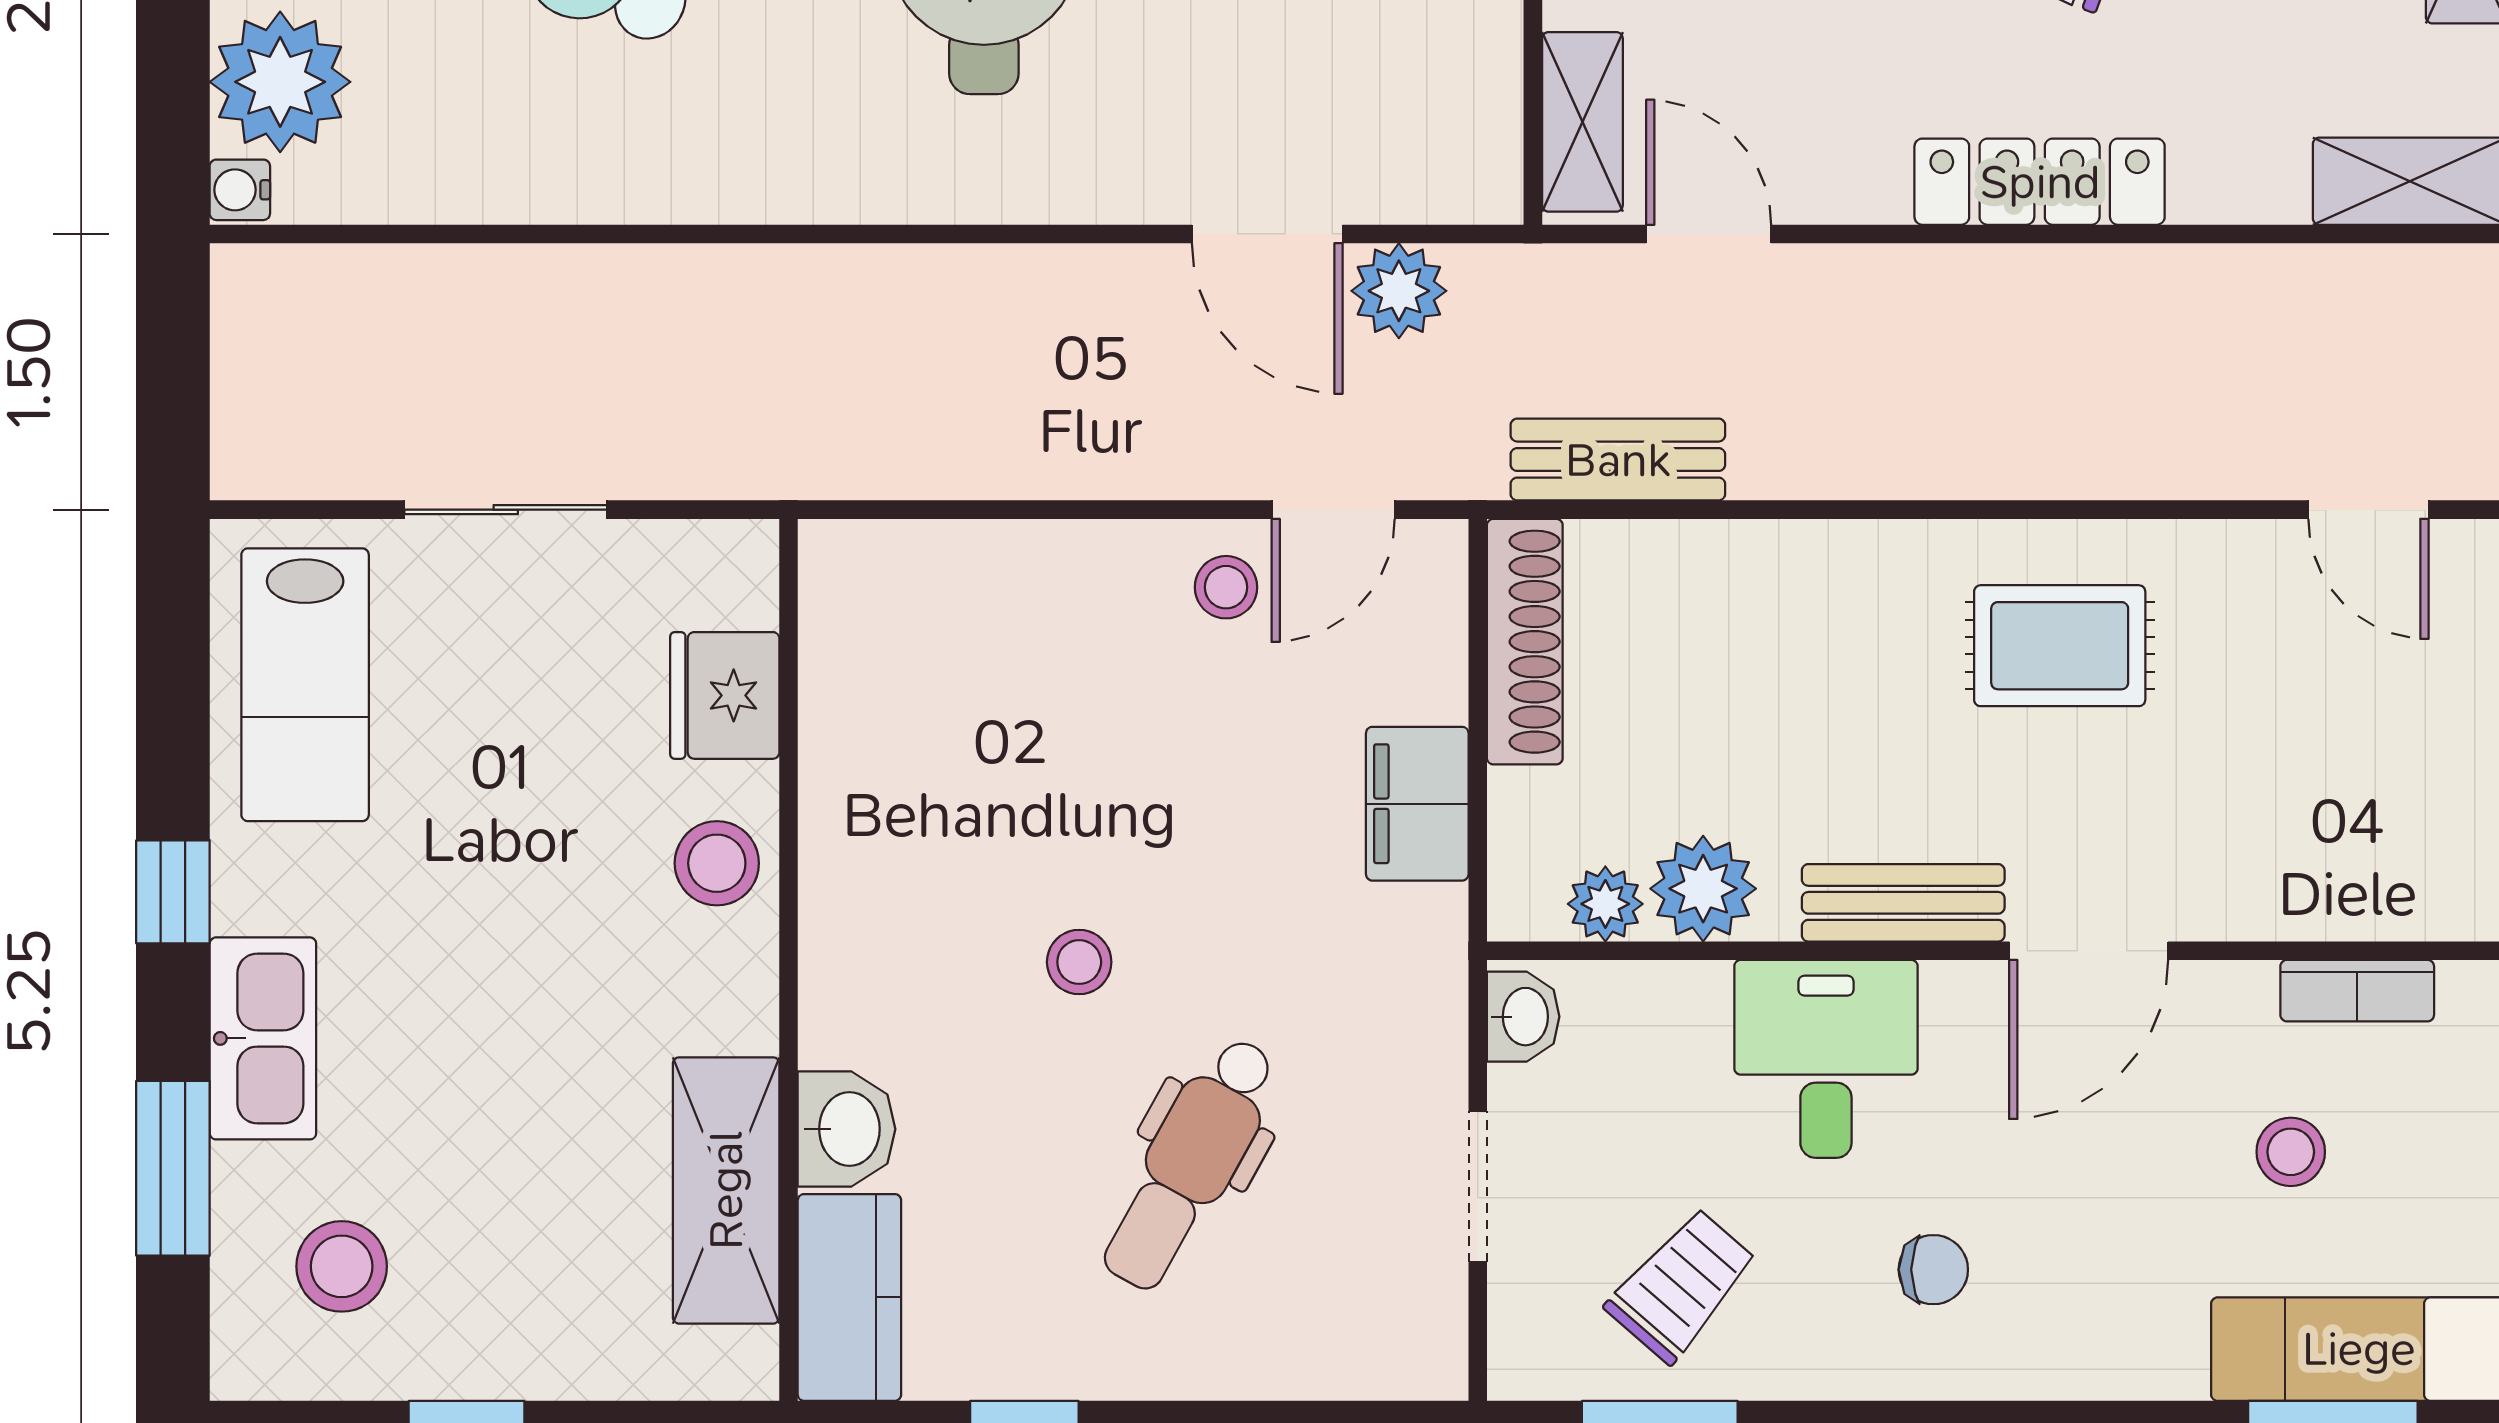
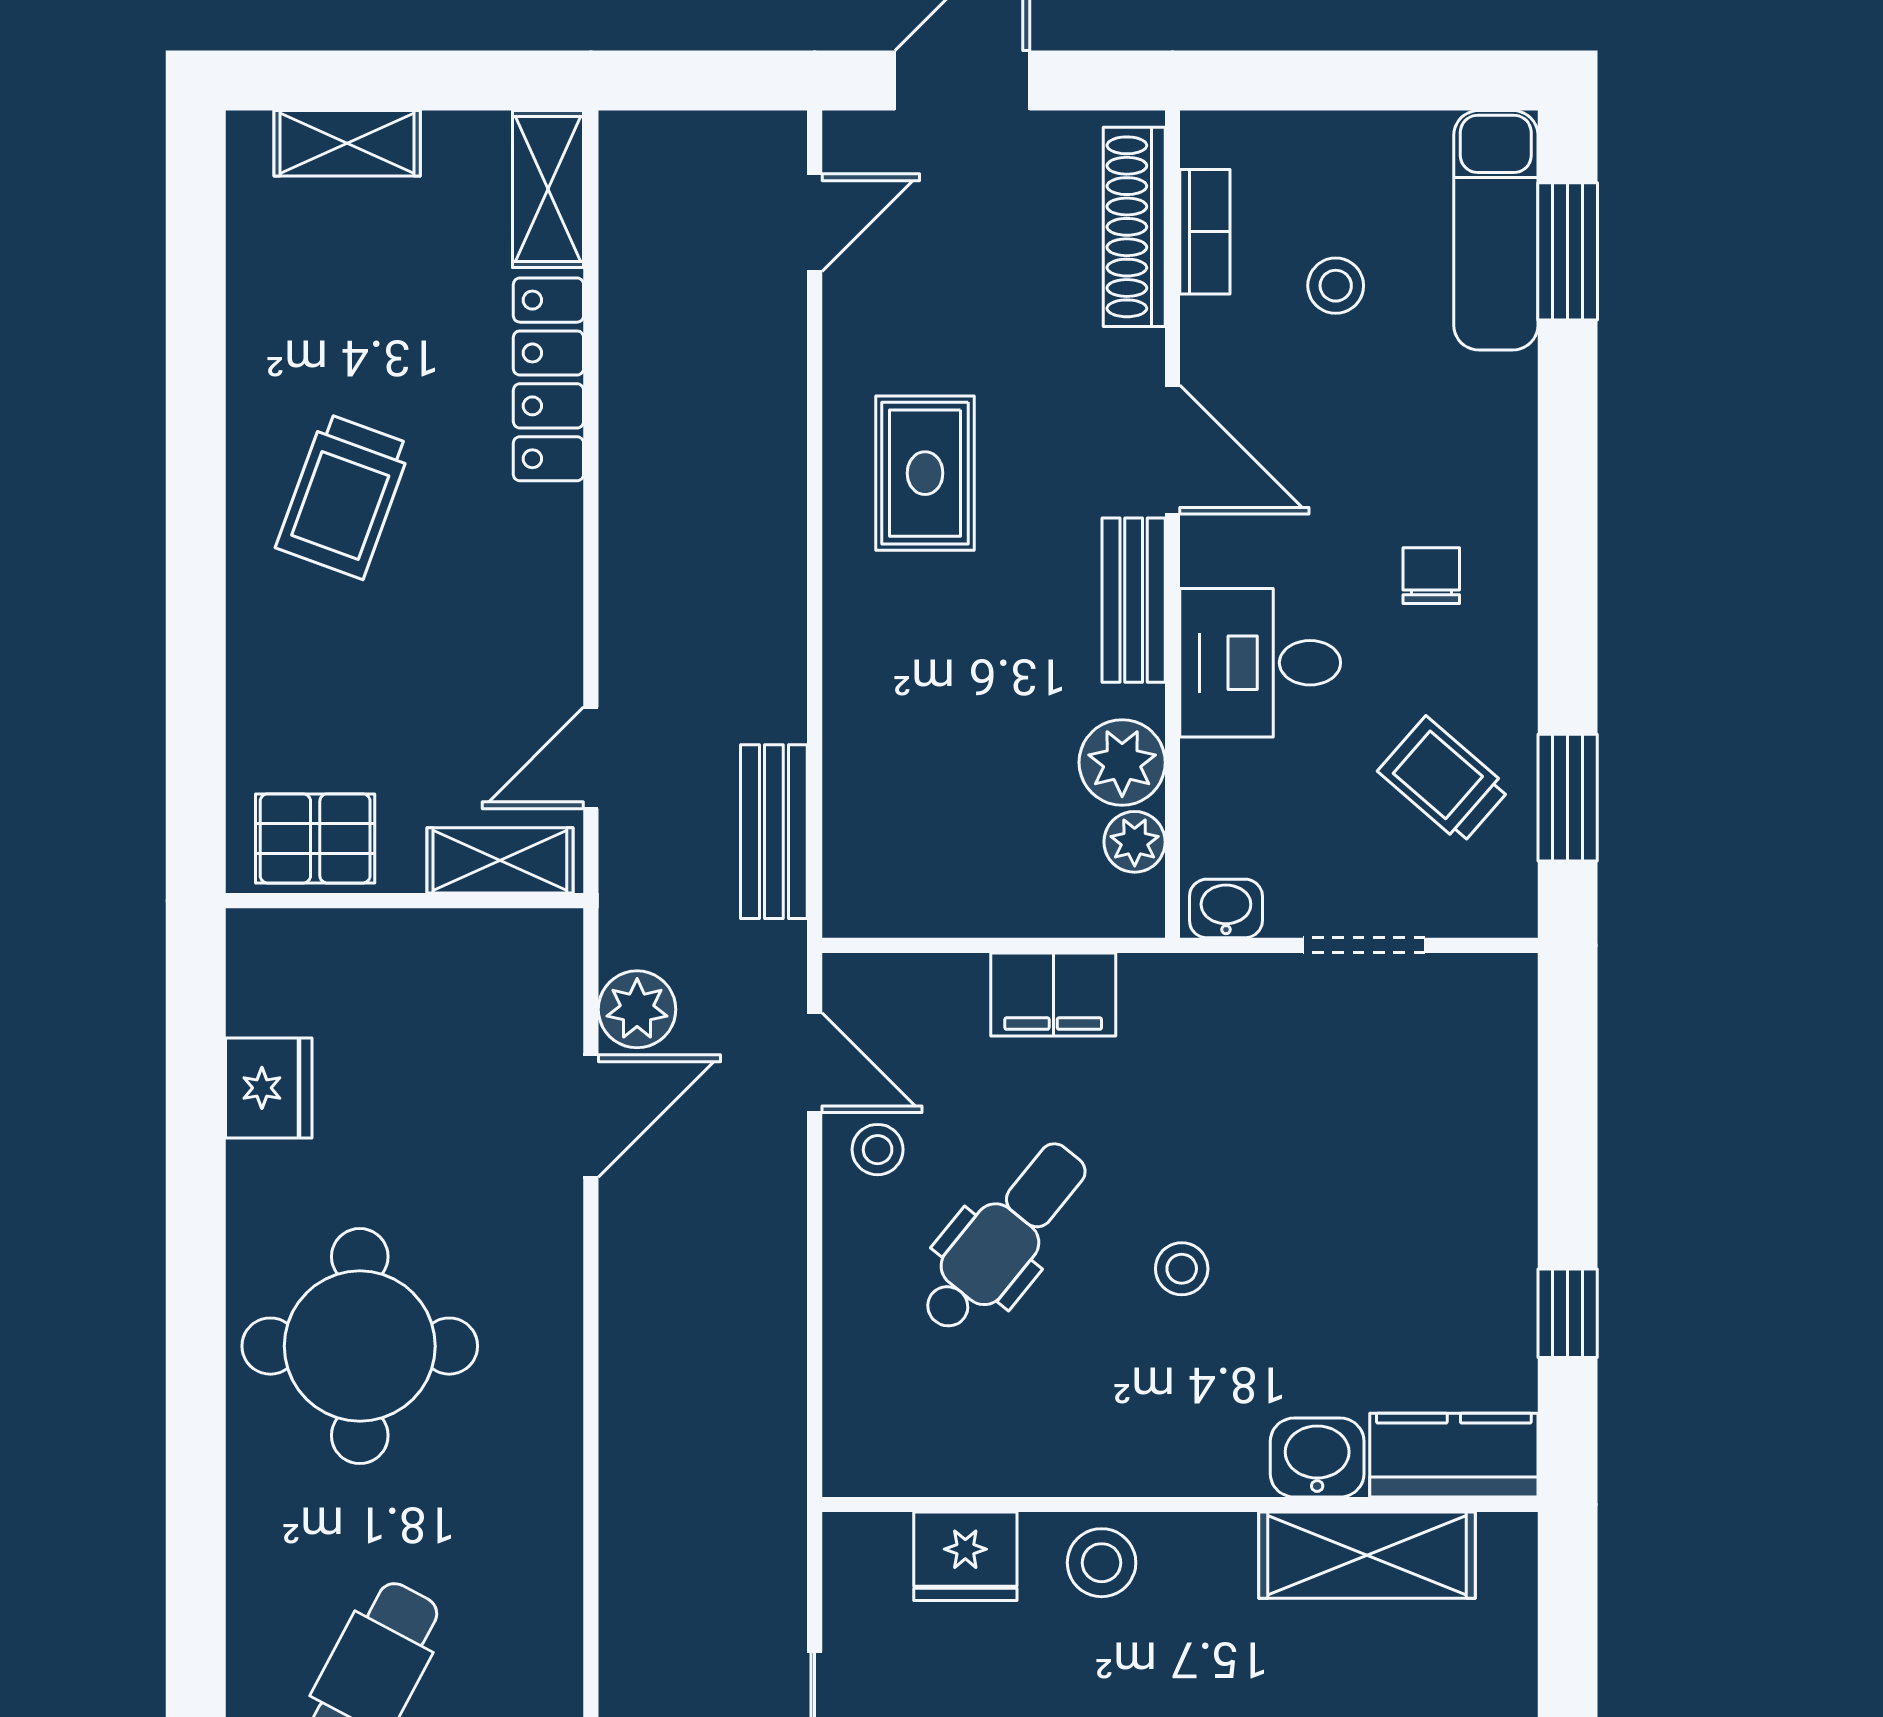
locker: (2040, 182) -> (548, 379), moved
shoe rack: (1525, 642) -> (1134, 227), moved, turned -90
dental chair: (1190, 1164) -> (1004, 1237), moved, turned -80

